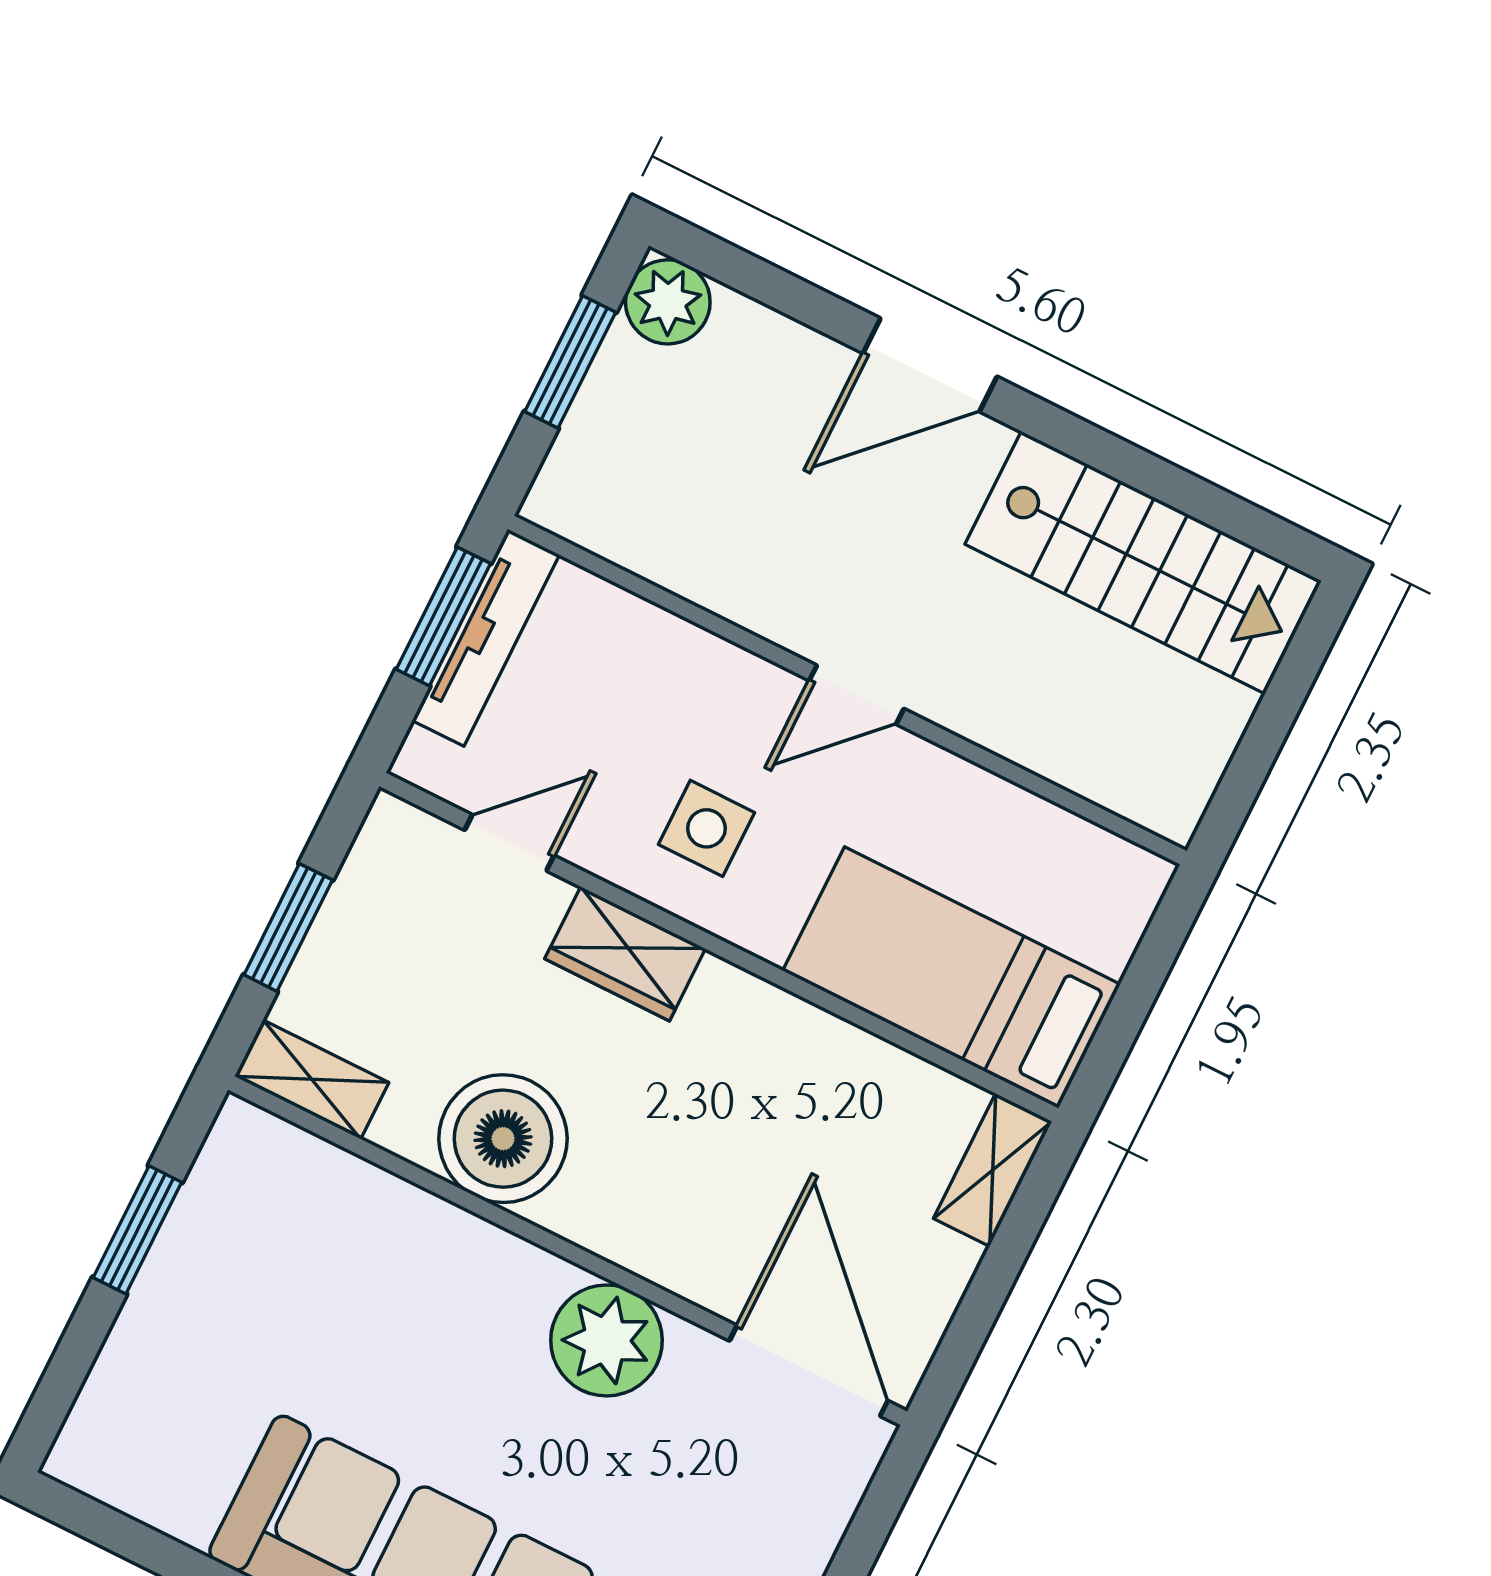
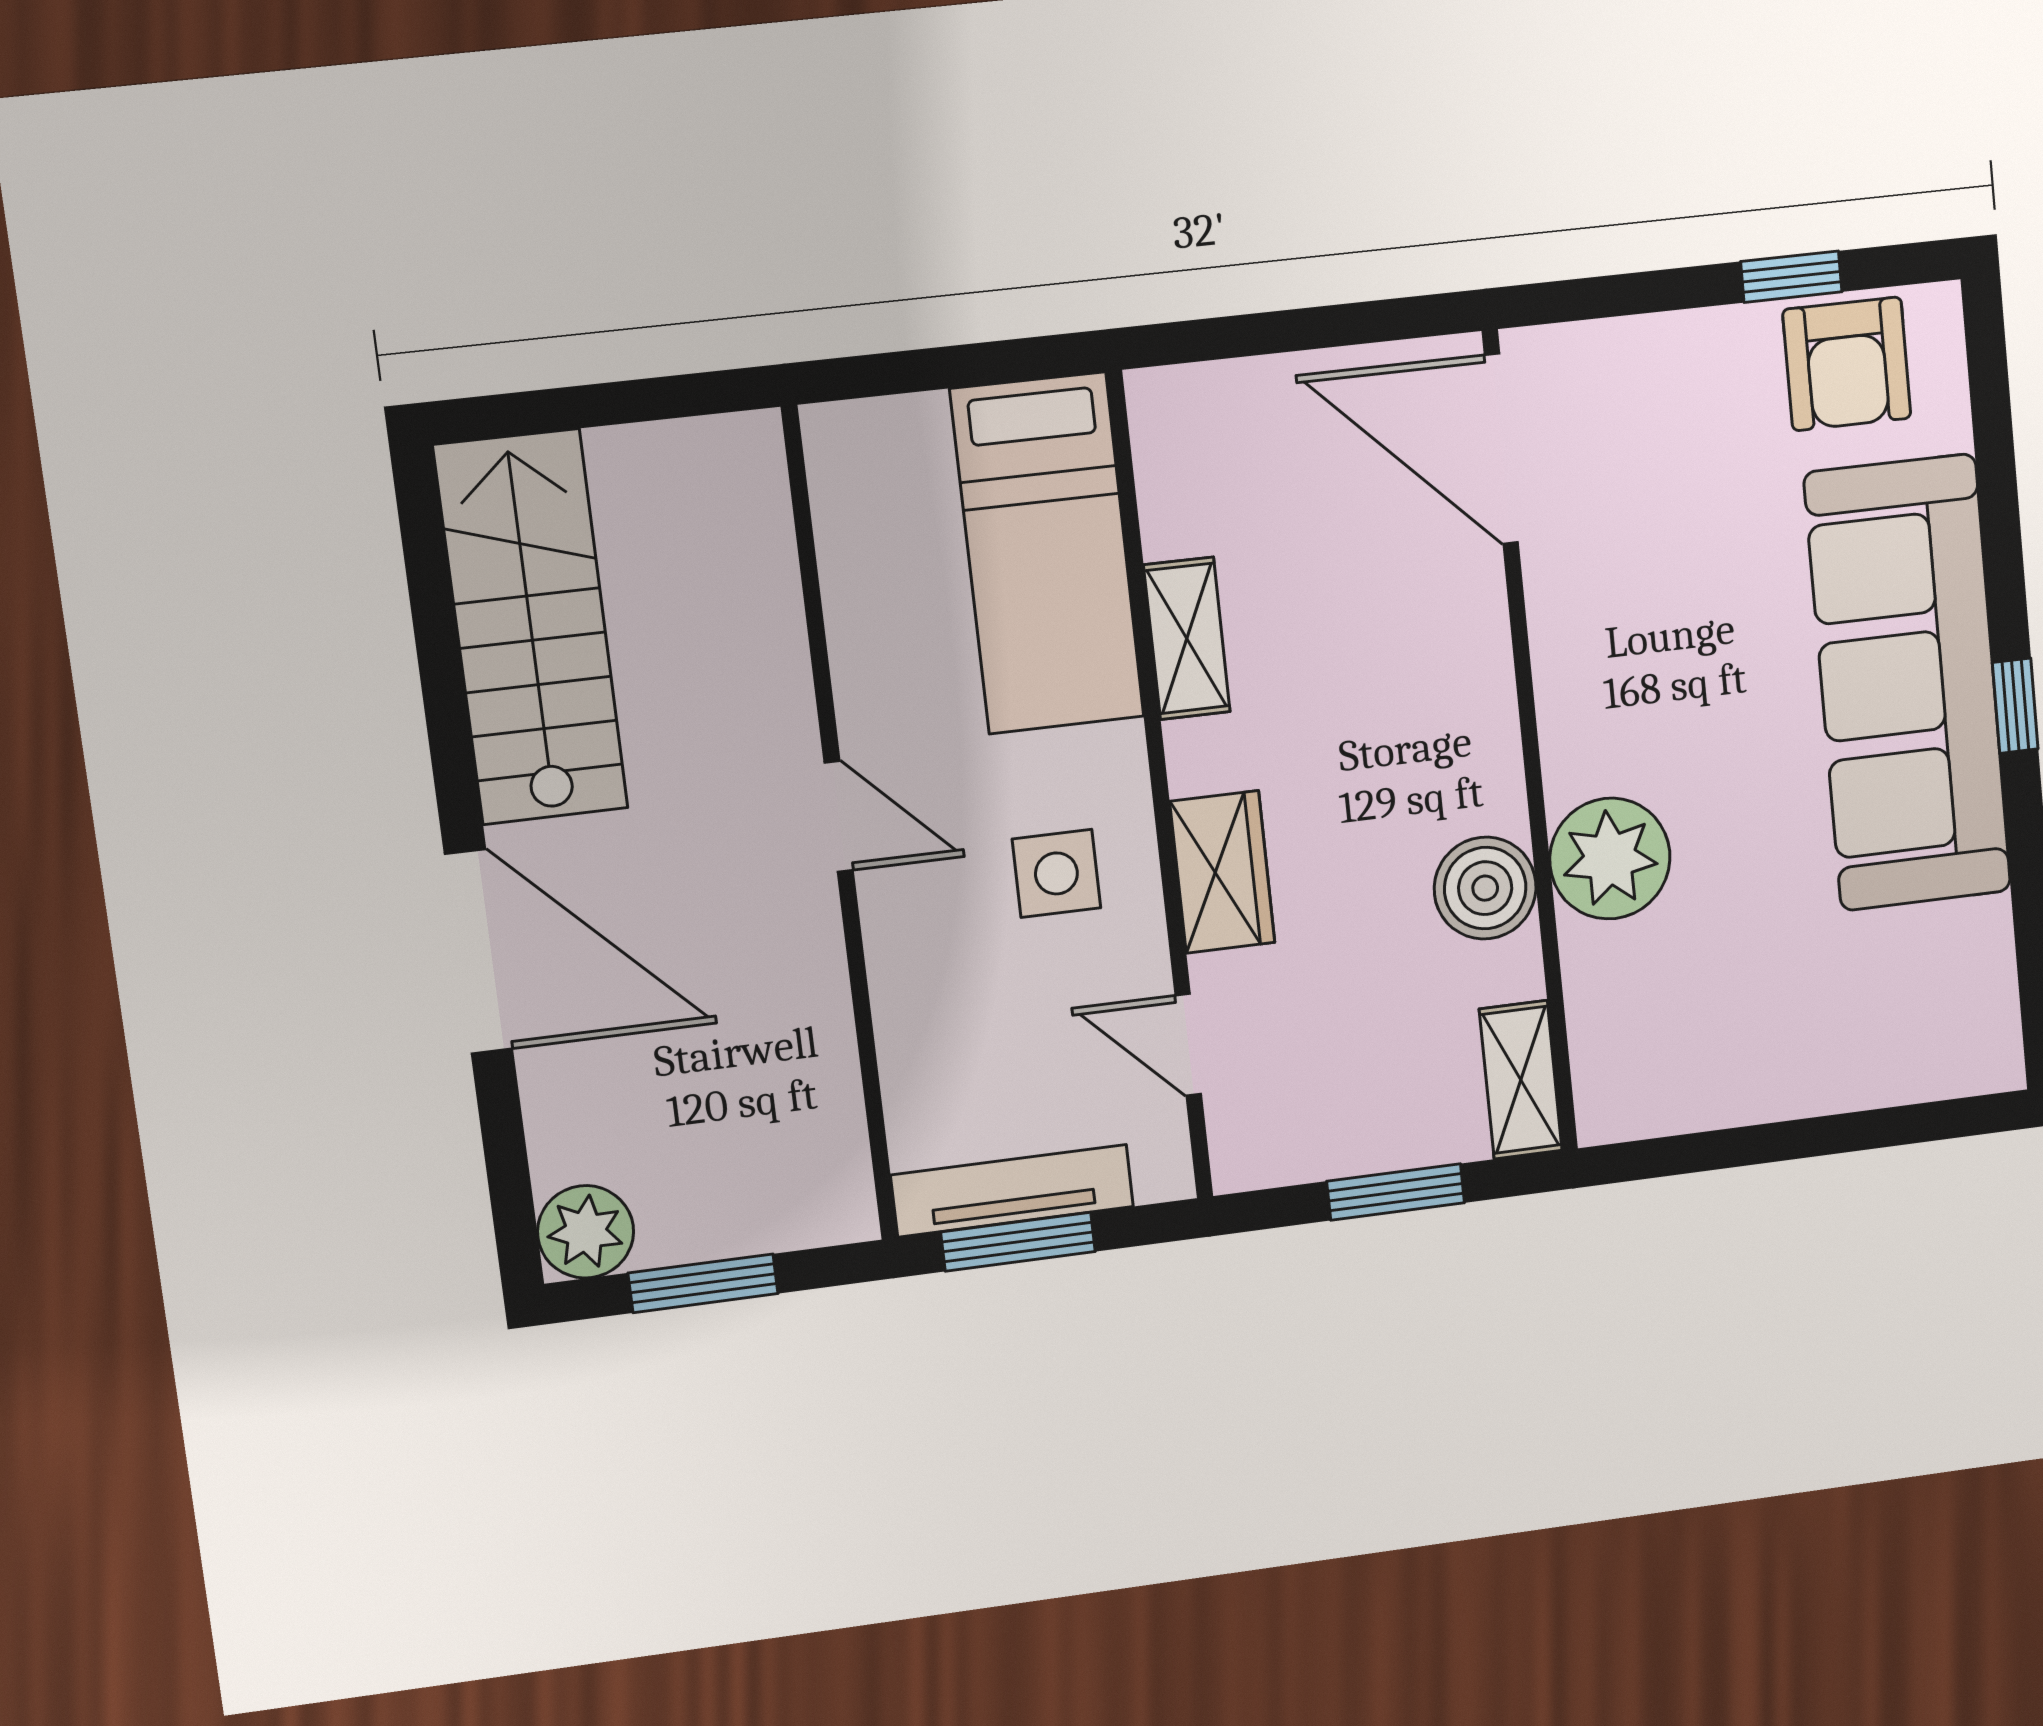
door: (930, 365) -> (479, 952), width x1.36
boiler: (503, 1139) -> (1485, 888), width x0.73, depth x0.73
shelving: (993, 1170) -> (1187, 638), moved, turned 90
window: (137, 1230) -> (1755, 1145), removed
plant: (607, 1340) -> (1610, 859), moved
door: (809, 1371) -> (1501, 449), hinge flipped

